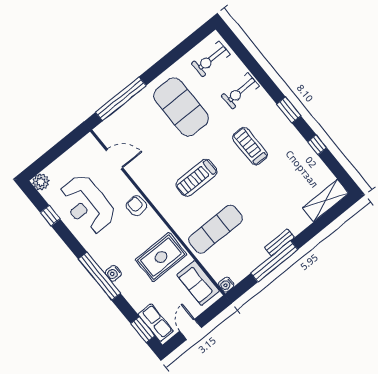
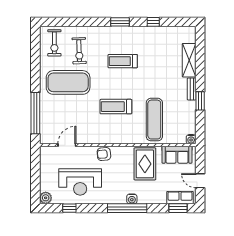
exercise bike: (240, 91) -> (79, 51), moved
treadmill: (196, 178) -> (116, 107), turned 90
shelving: (325, 200) -> (189, 60), moved
window: (274, 261) -> (200, 101), width x0.47

